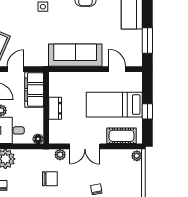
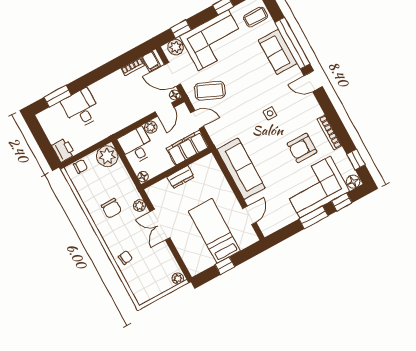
window: (147, 40) -> (313, 217), moved
cot: (122, 136) -> (189, 254), removed

